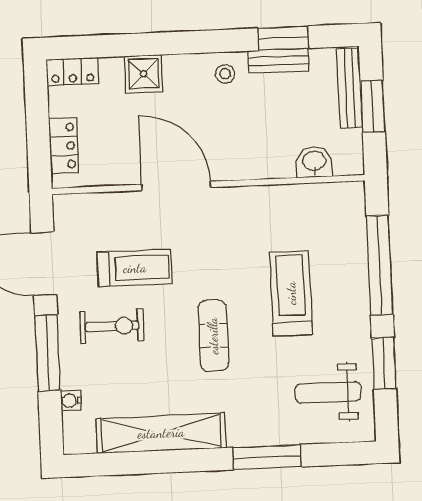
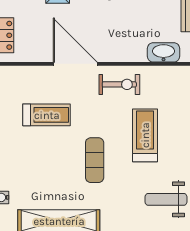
washbasin: (314, 162) -> (164, 52), width x1.38
exercise bike: (112, 326) -> (119, 84), moved

